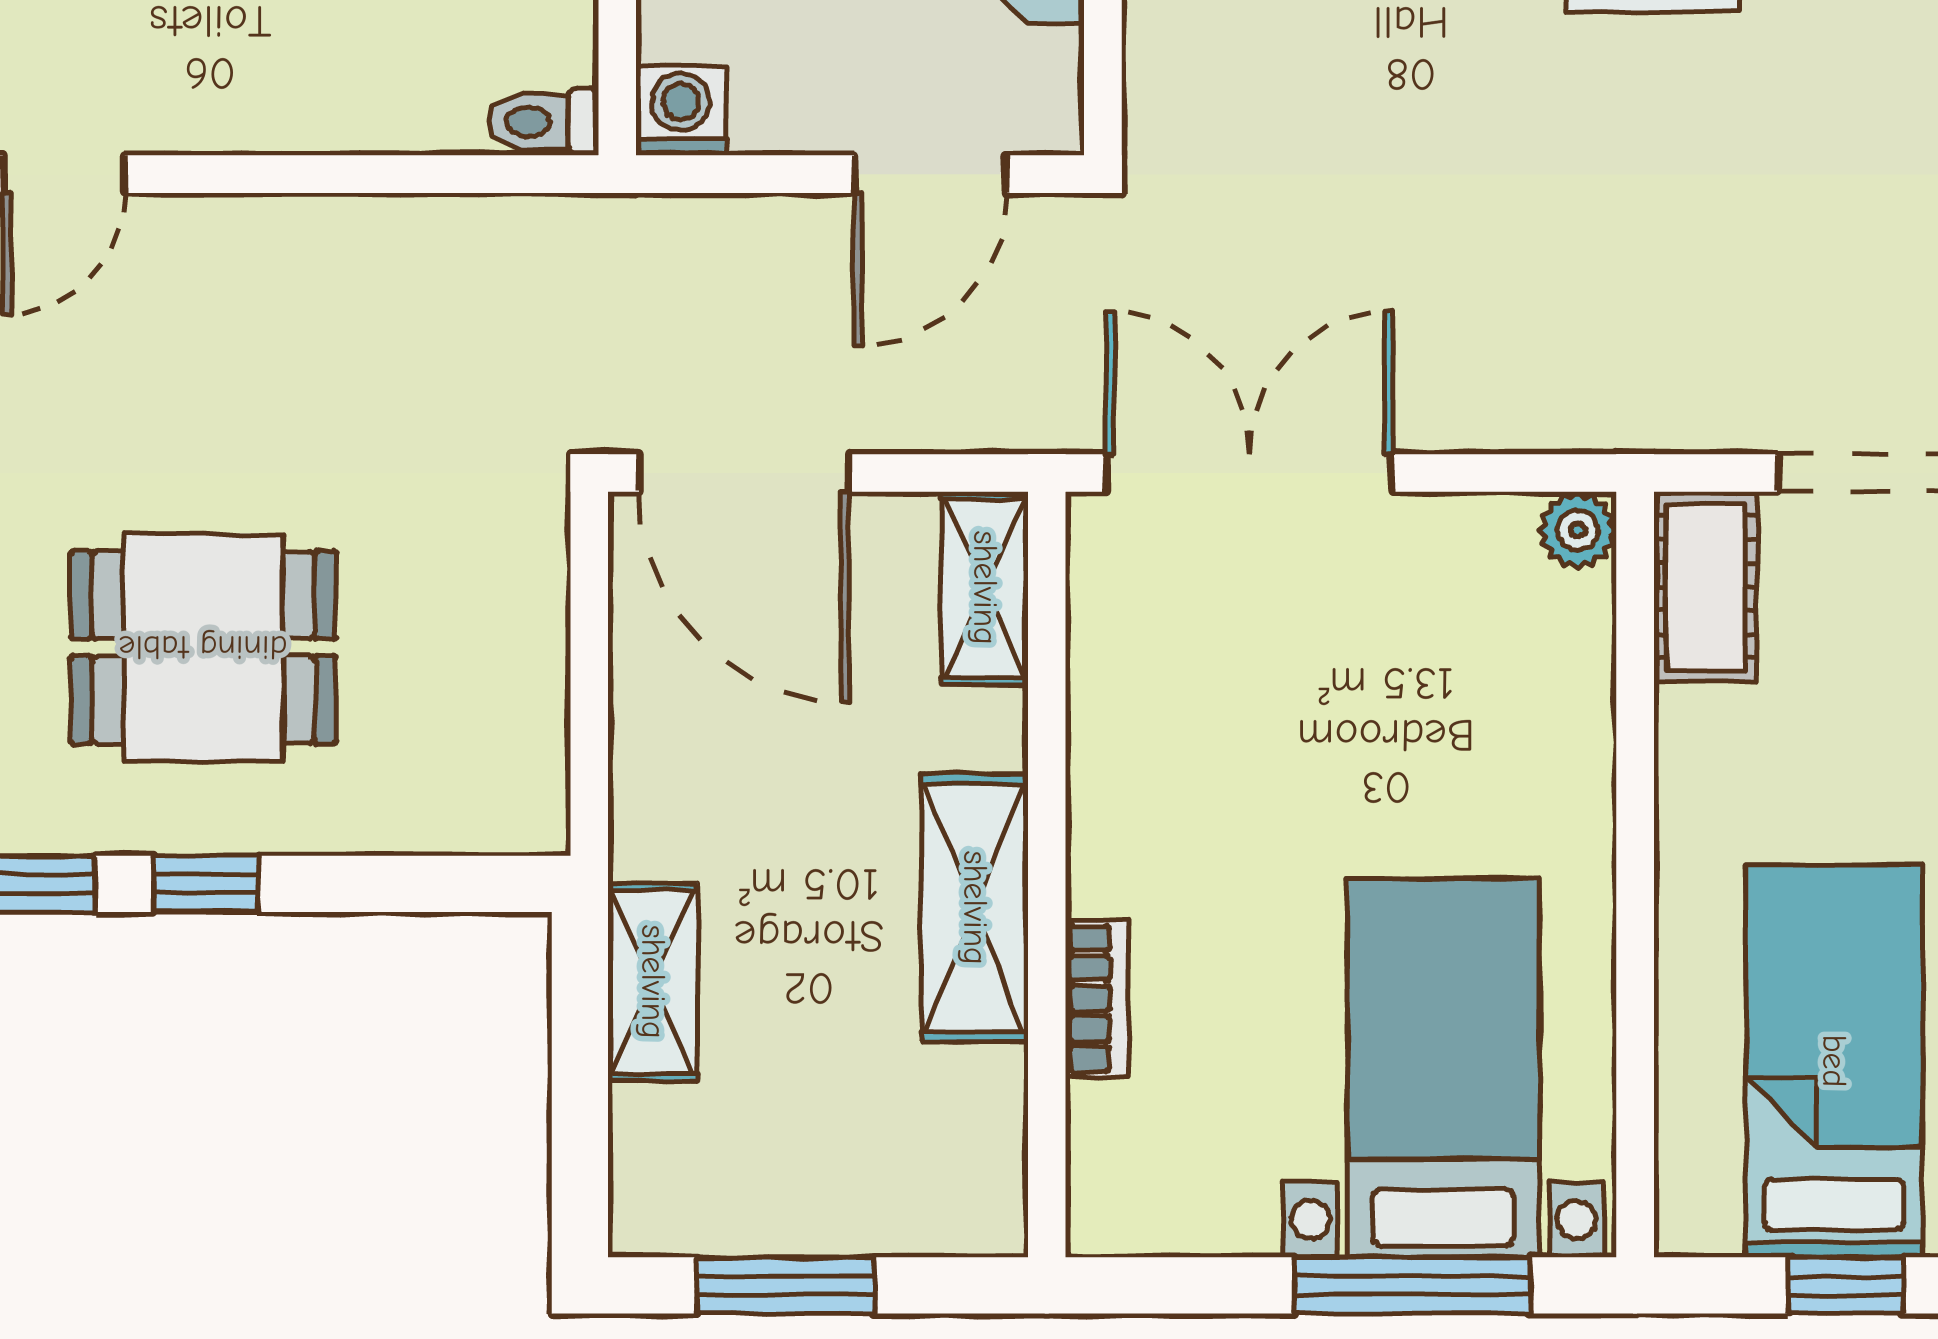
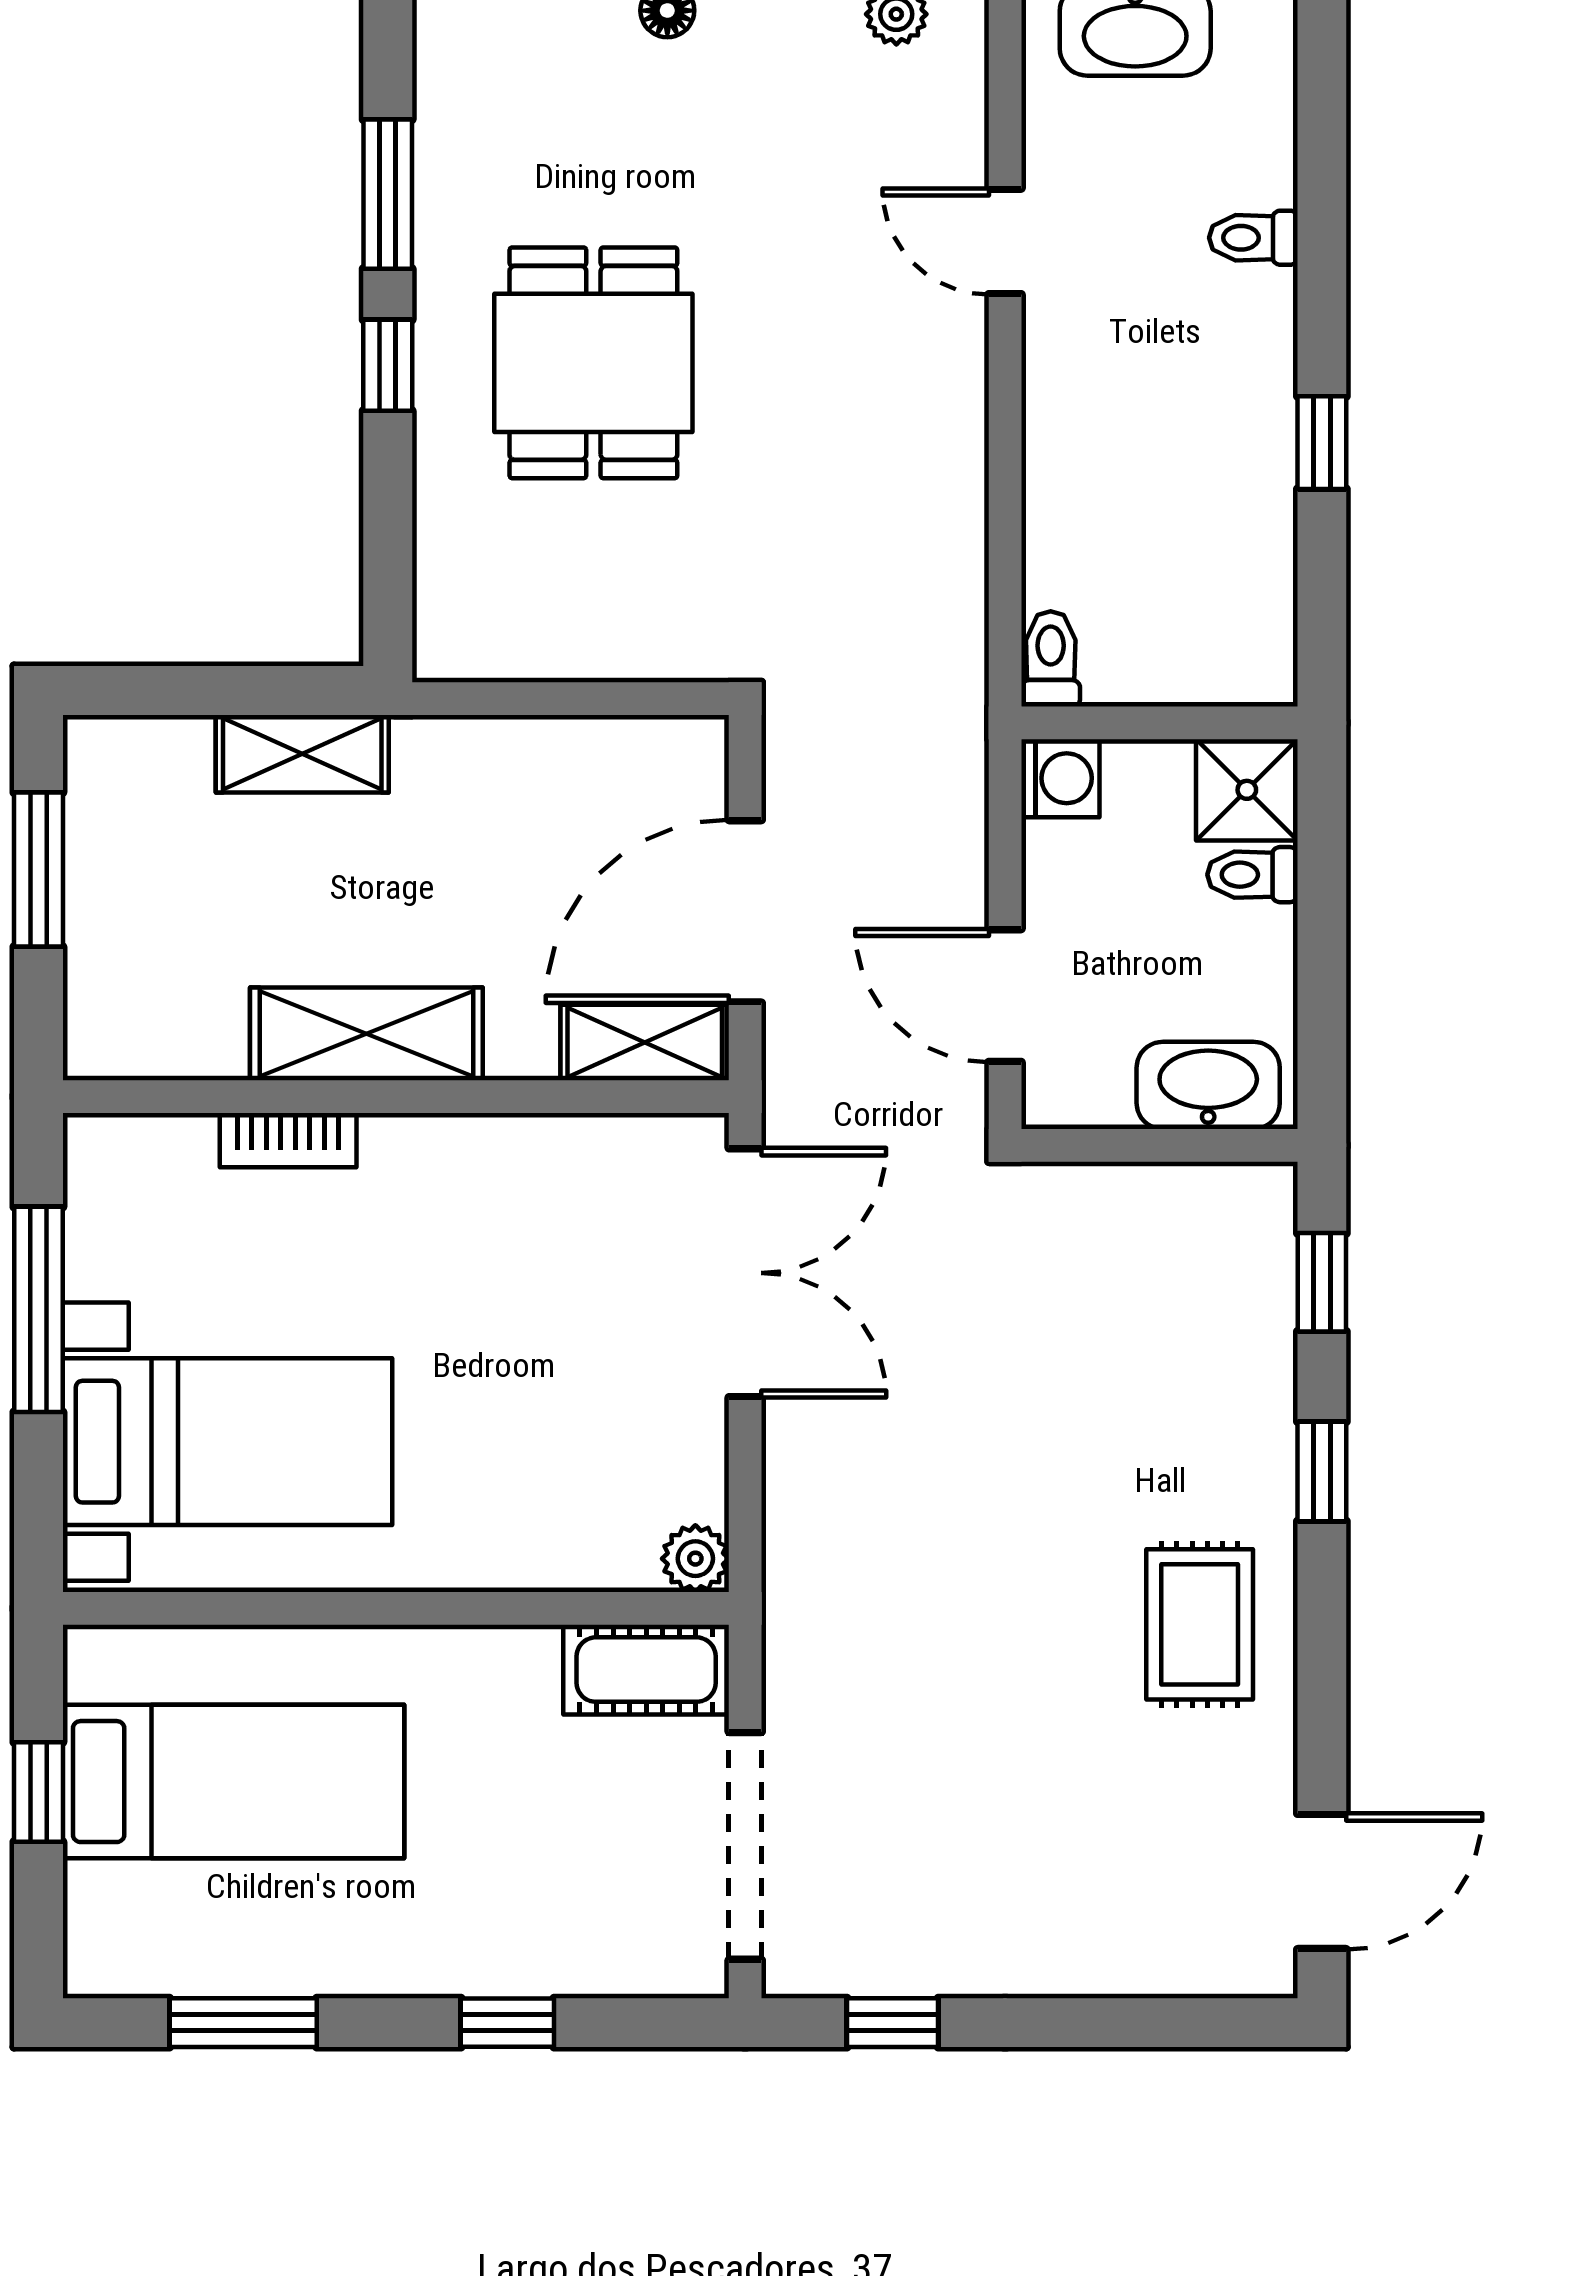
door: (744, 473) -> (745, 911), moved
window: (1412, 1285) -> (38, 1309), moved

